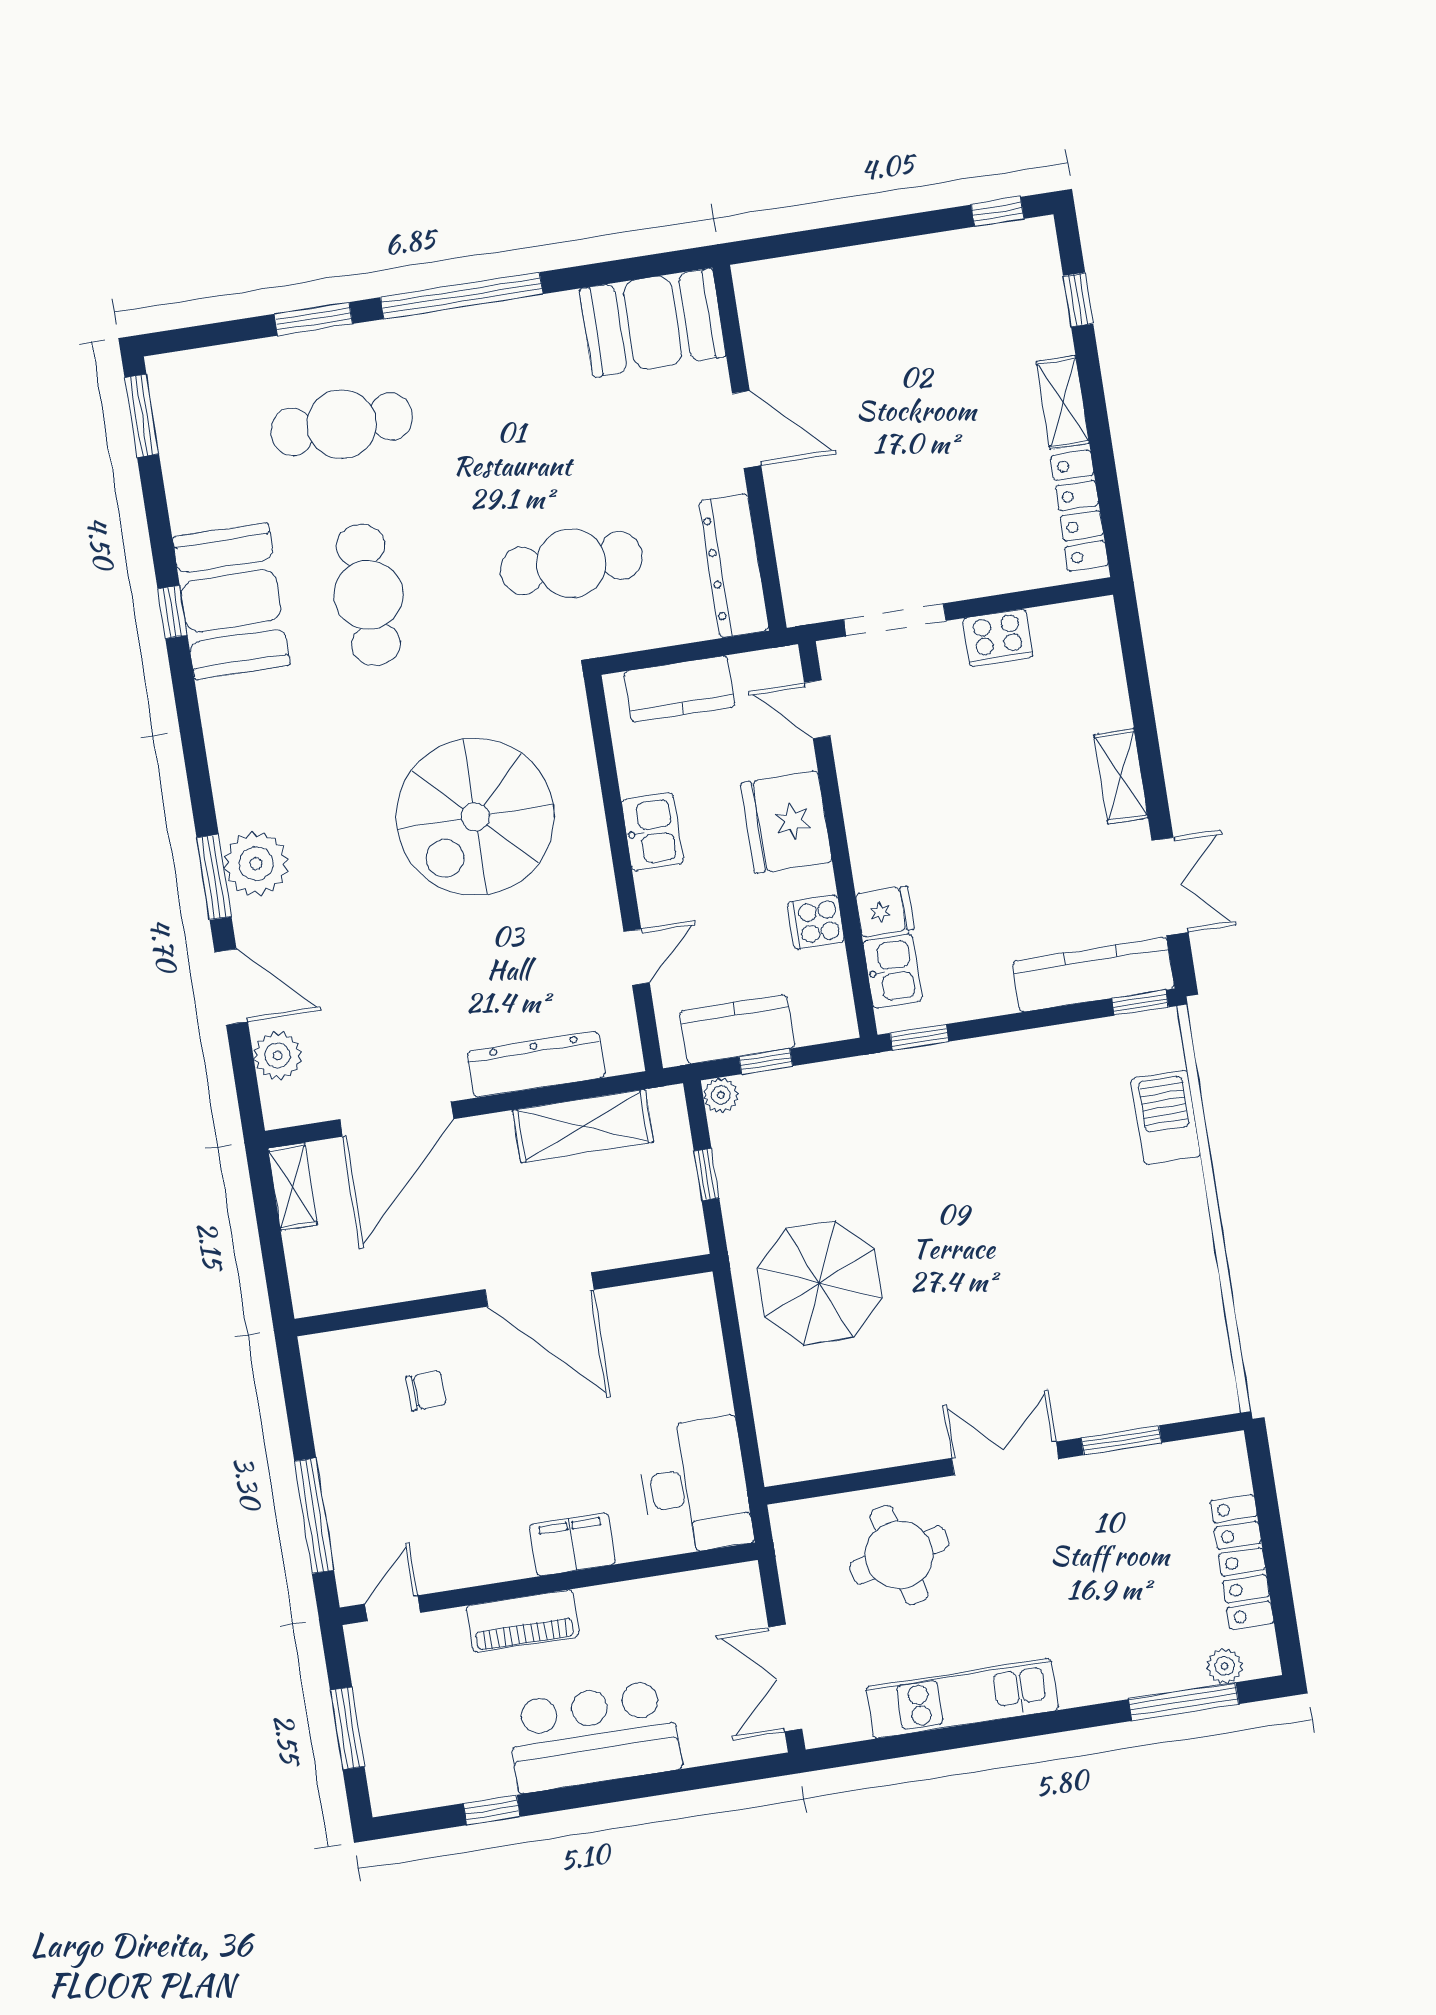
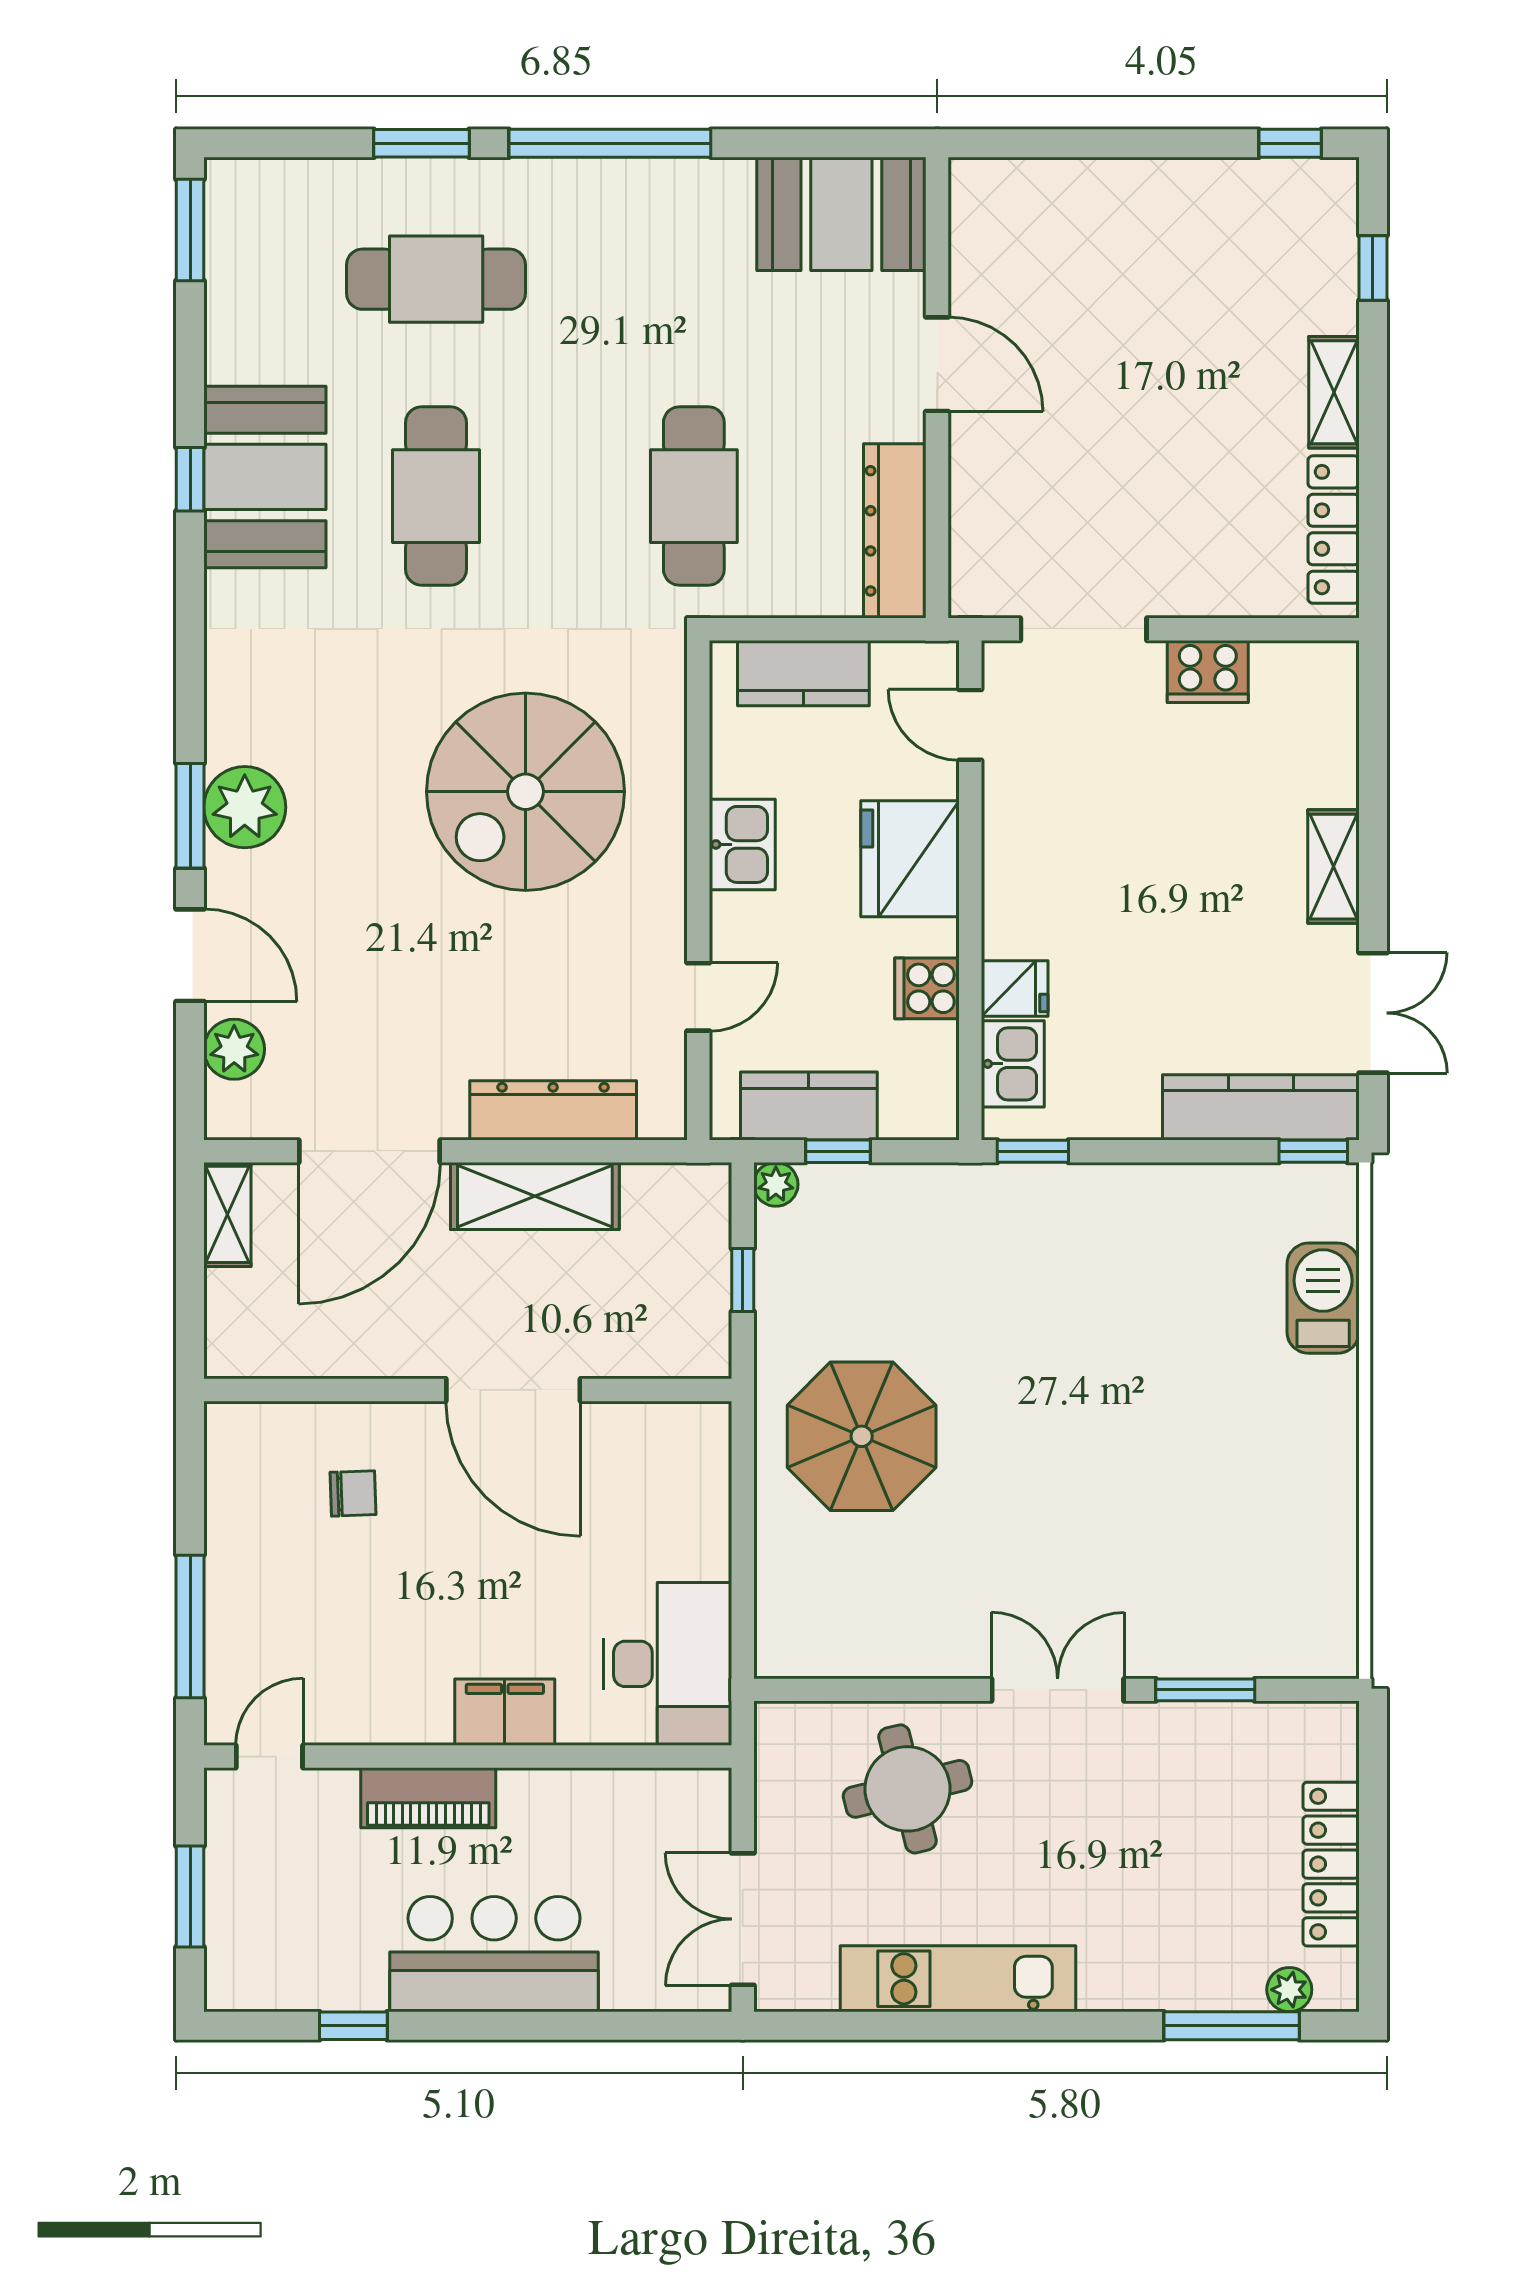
cafe table: (571, 563) -> (694, 496), turned 90
shelving: (583, 1126) -> (535, 1196), moved

